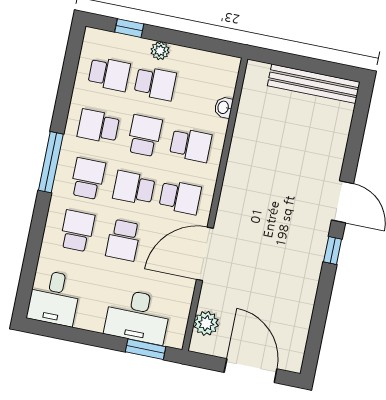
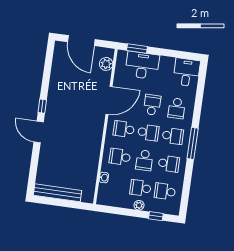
school desk: (88, 179) -> (173, 136), turned -90

